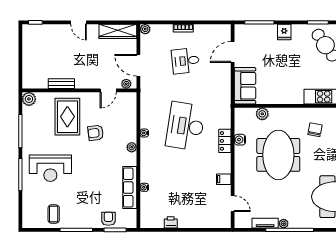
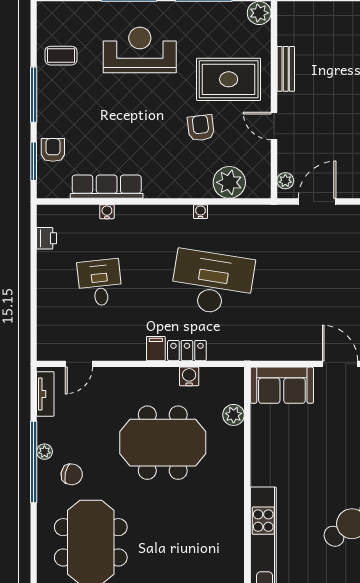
desk: (186, 61) -> (100, 283), moved
door: (108, 90) -> (274, 126), moved
chair: (315, 130) -> (72, 474), moved
plant: (132, 147) -> (229, 182), moved, width x1.87, depth x1.87
reception desk: (50, 168) -> (140, 50), turned 90
filing cabinet: (224, 179) -> (156, 349), moved
armchair: (108, 219) -> (53, 150), turned -90
printer: (171, 222) -> (47, 238), moved
tv unit: (265, 223) -> (45, 394), moved

